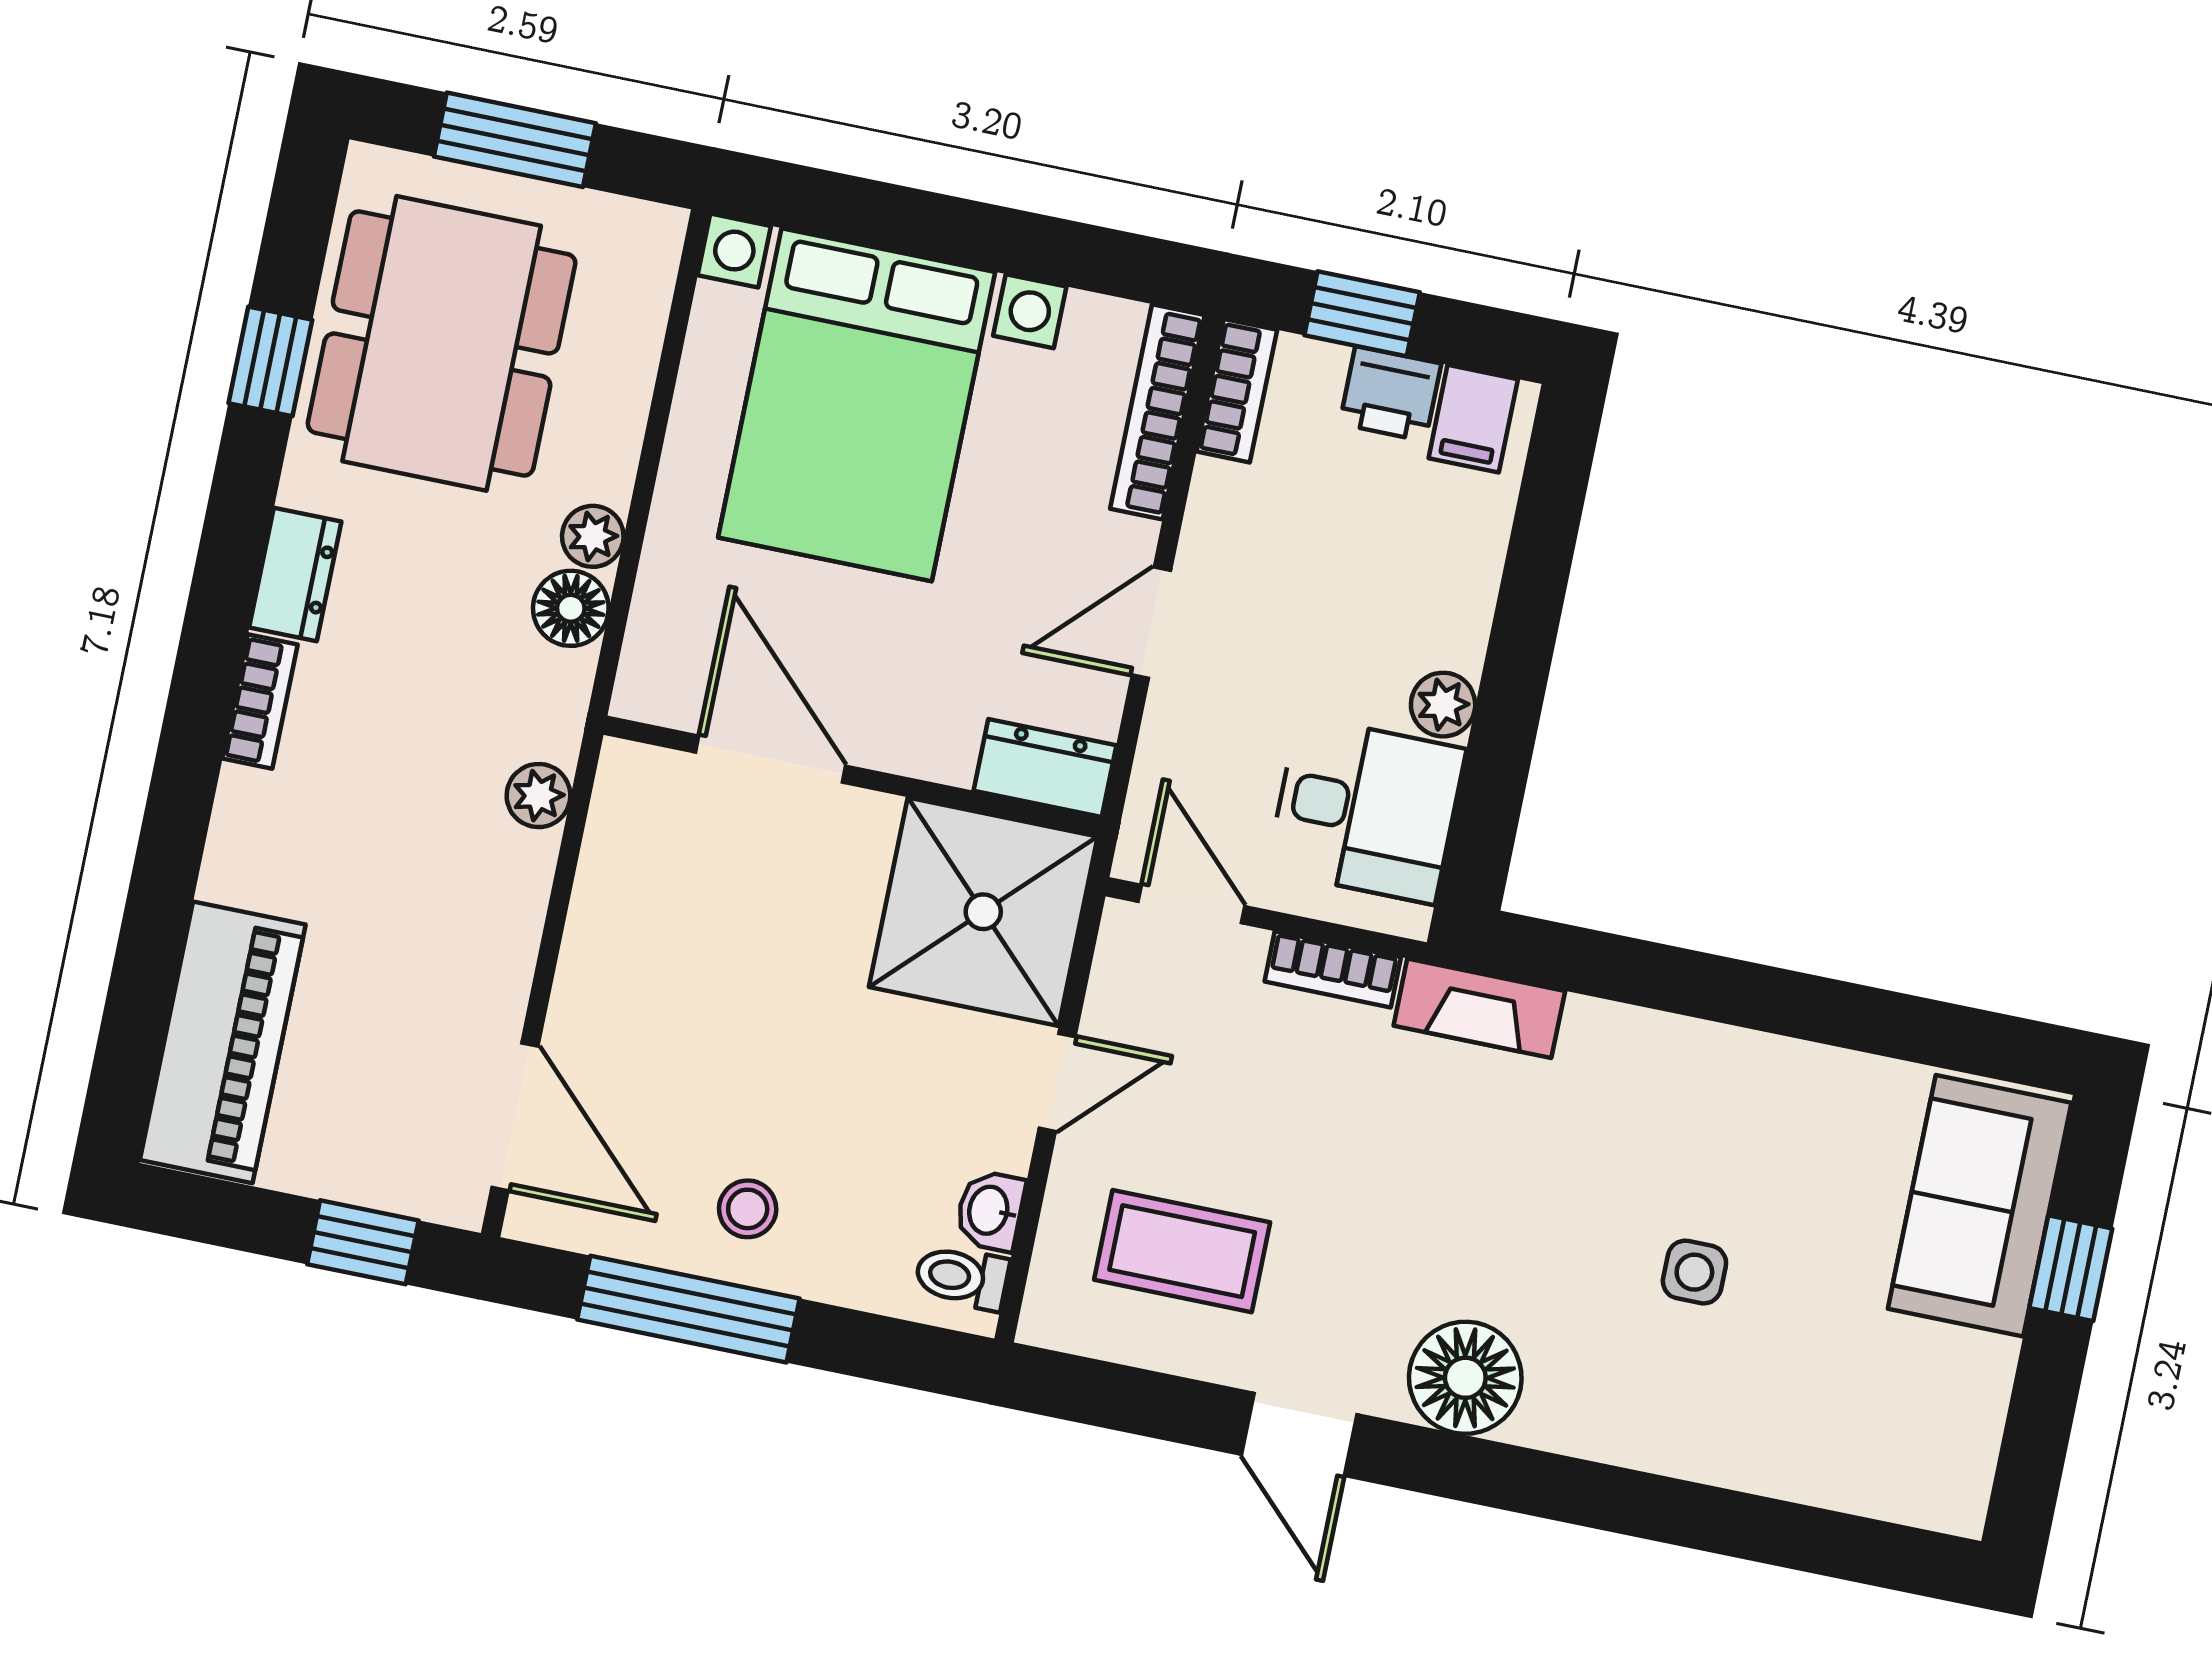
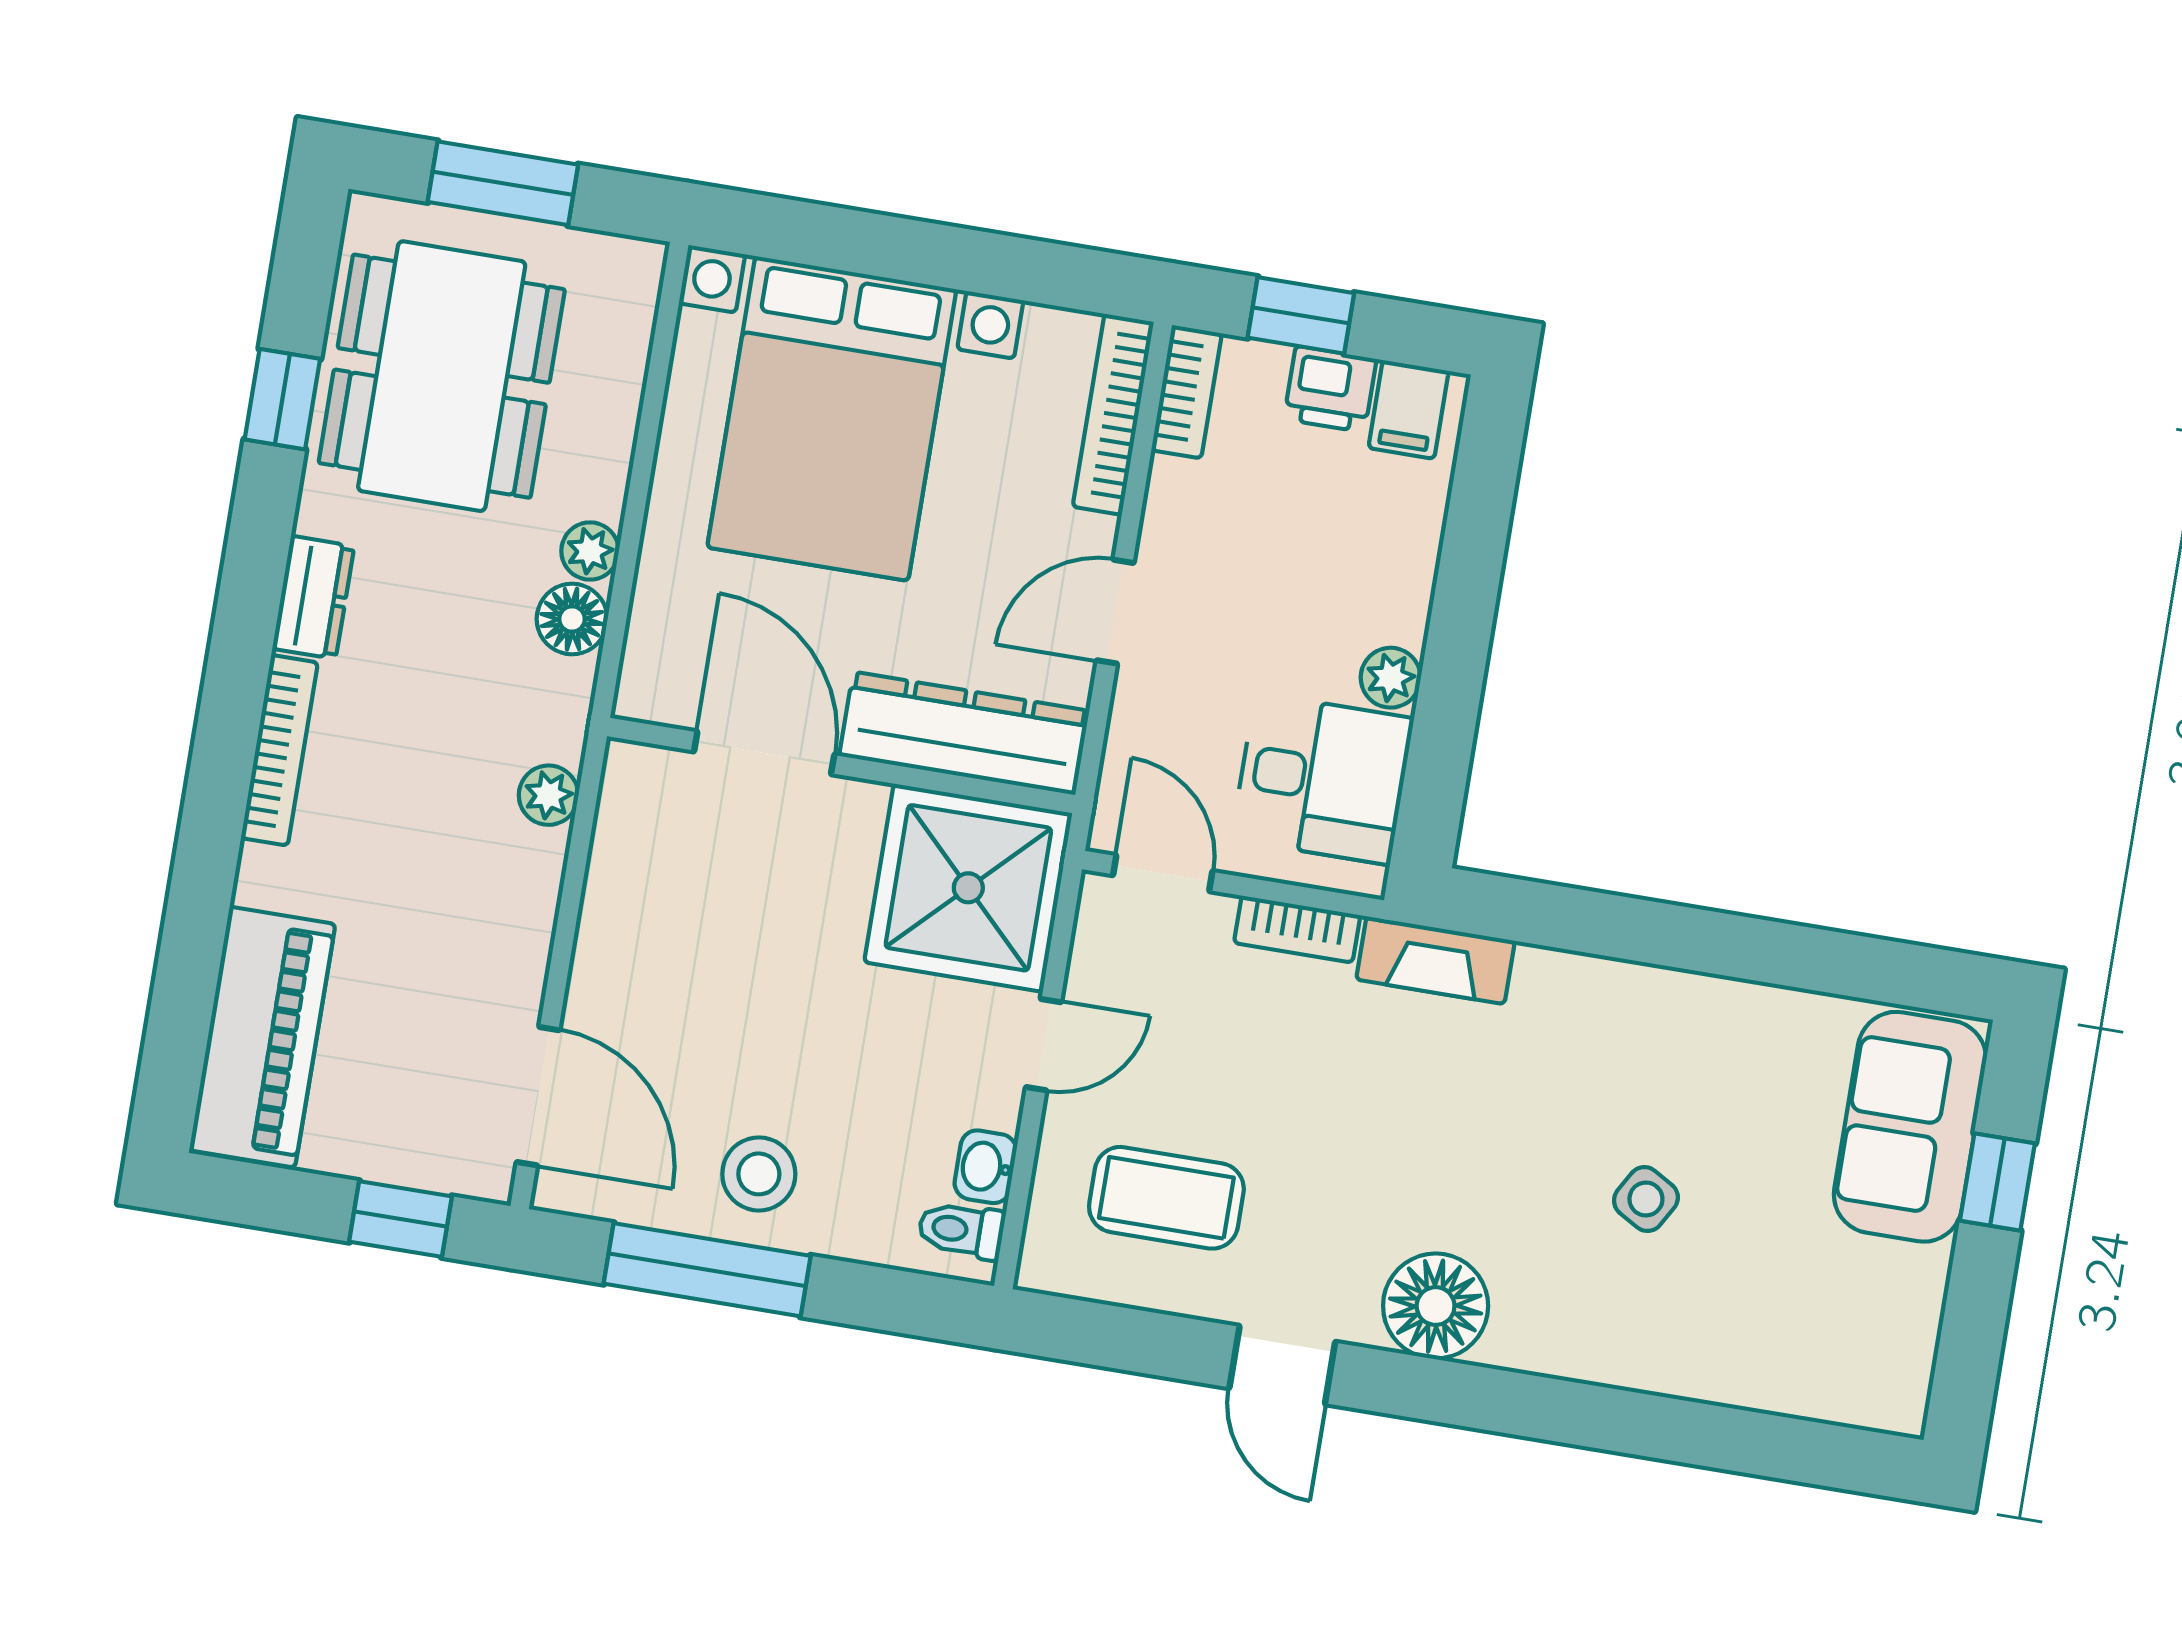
bookcase: (260, 701) -> (279, 750), width x1.56
dresser: (1045, 768) -> (964, 733), width x1.96, depth x1.24
stool: (748, 1209) -> (759, 1174), width x1.37, depth x1.37
side table: (1694, 1272) -> (1646, 1199), turned 30

